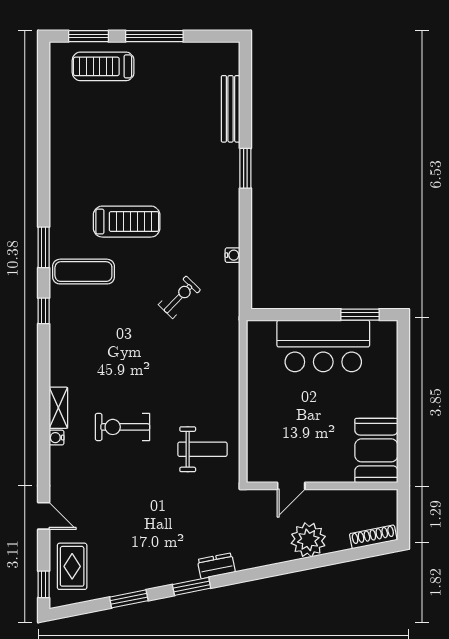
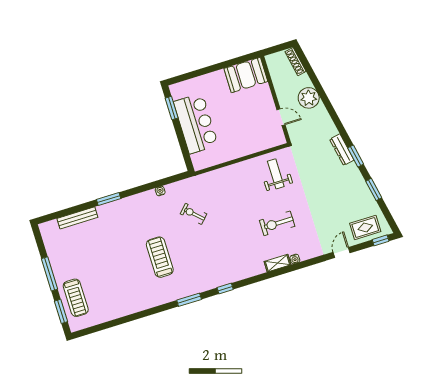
exercise mat: (83, 272) -> (196, 273), removed
exercise bike: (122, 427) -> (277, 223), turned 90
dresser: (216, 566) -> (342, 150), width x1.44

